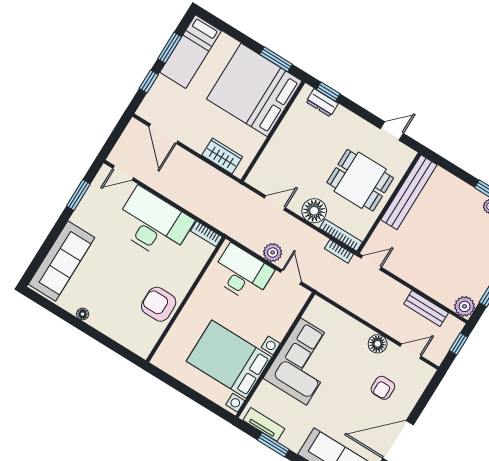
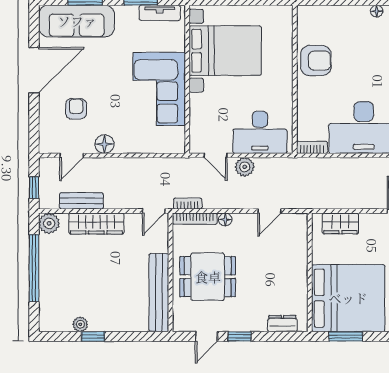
window: (328, 92) -> (240, 336), moved
floor lamp: (314, 211) -> (225, 220), width x0.53, depth x0.53
wardrobe: (425, 282) -> (96, 224), added

